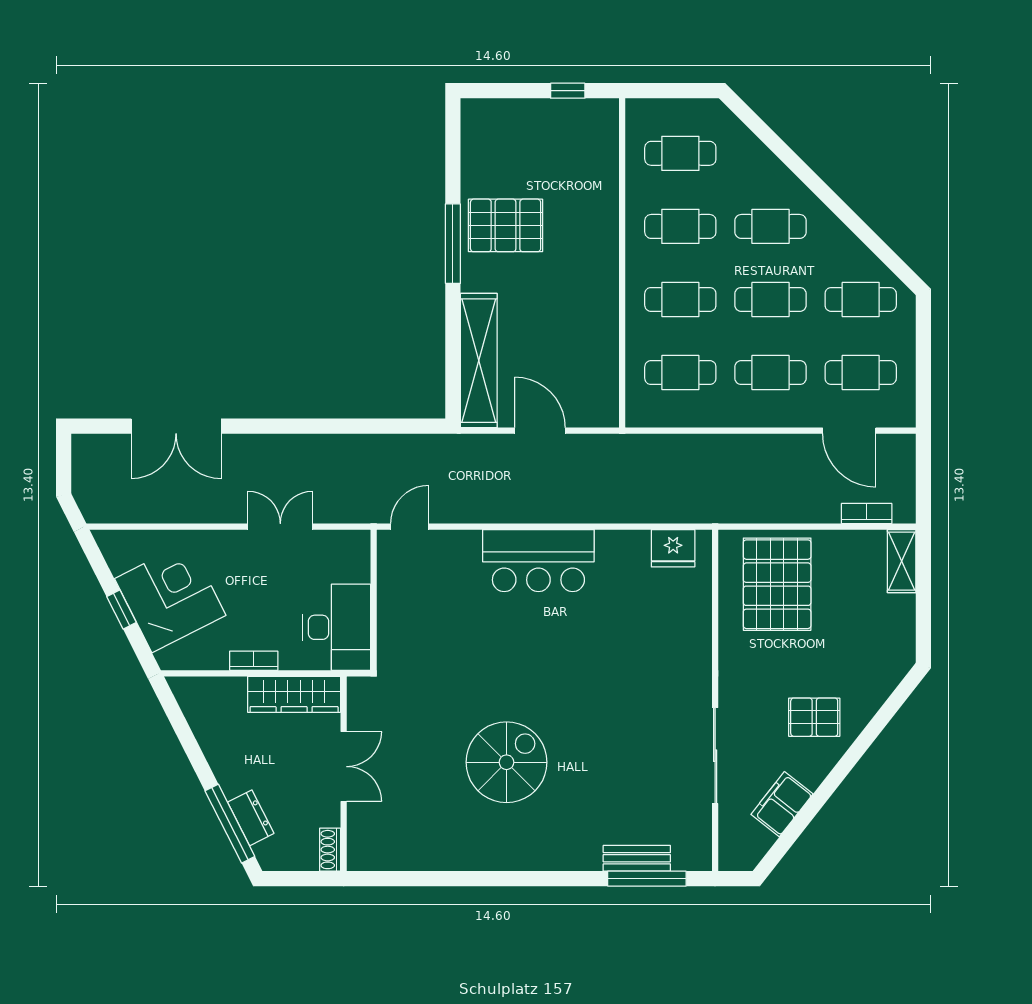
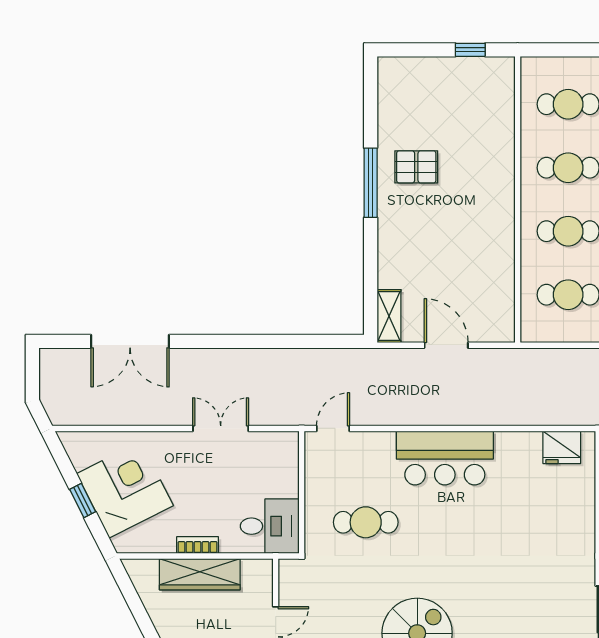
pallet: (506, 225) -> (416, 167), width x0.67, depth x0.71
shelving: (479, 361) -> (389, 316), width x0.45, depth x0.75
desk: (337, 627) -> (270, 526), width x0.73
cafe table: (447, 635) -> (366, 522), added
wardrobe: (294, 694) -> (200, 574), moved

